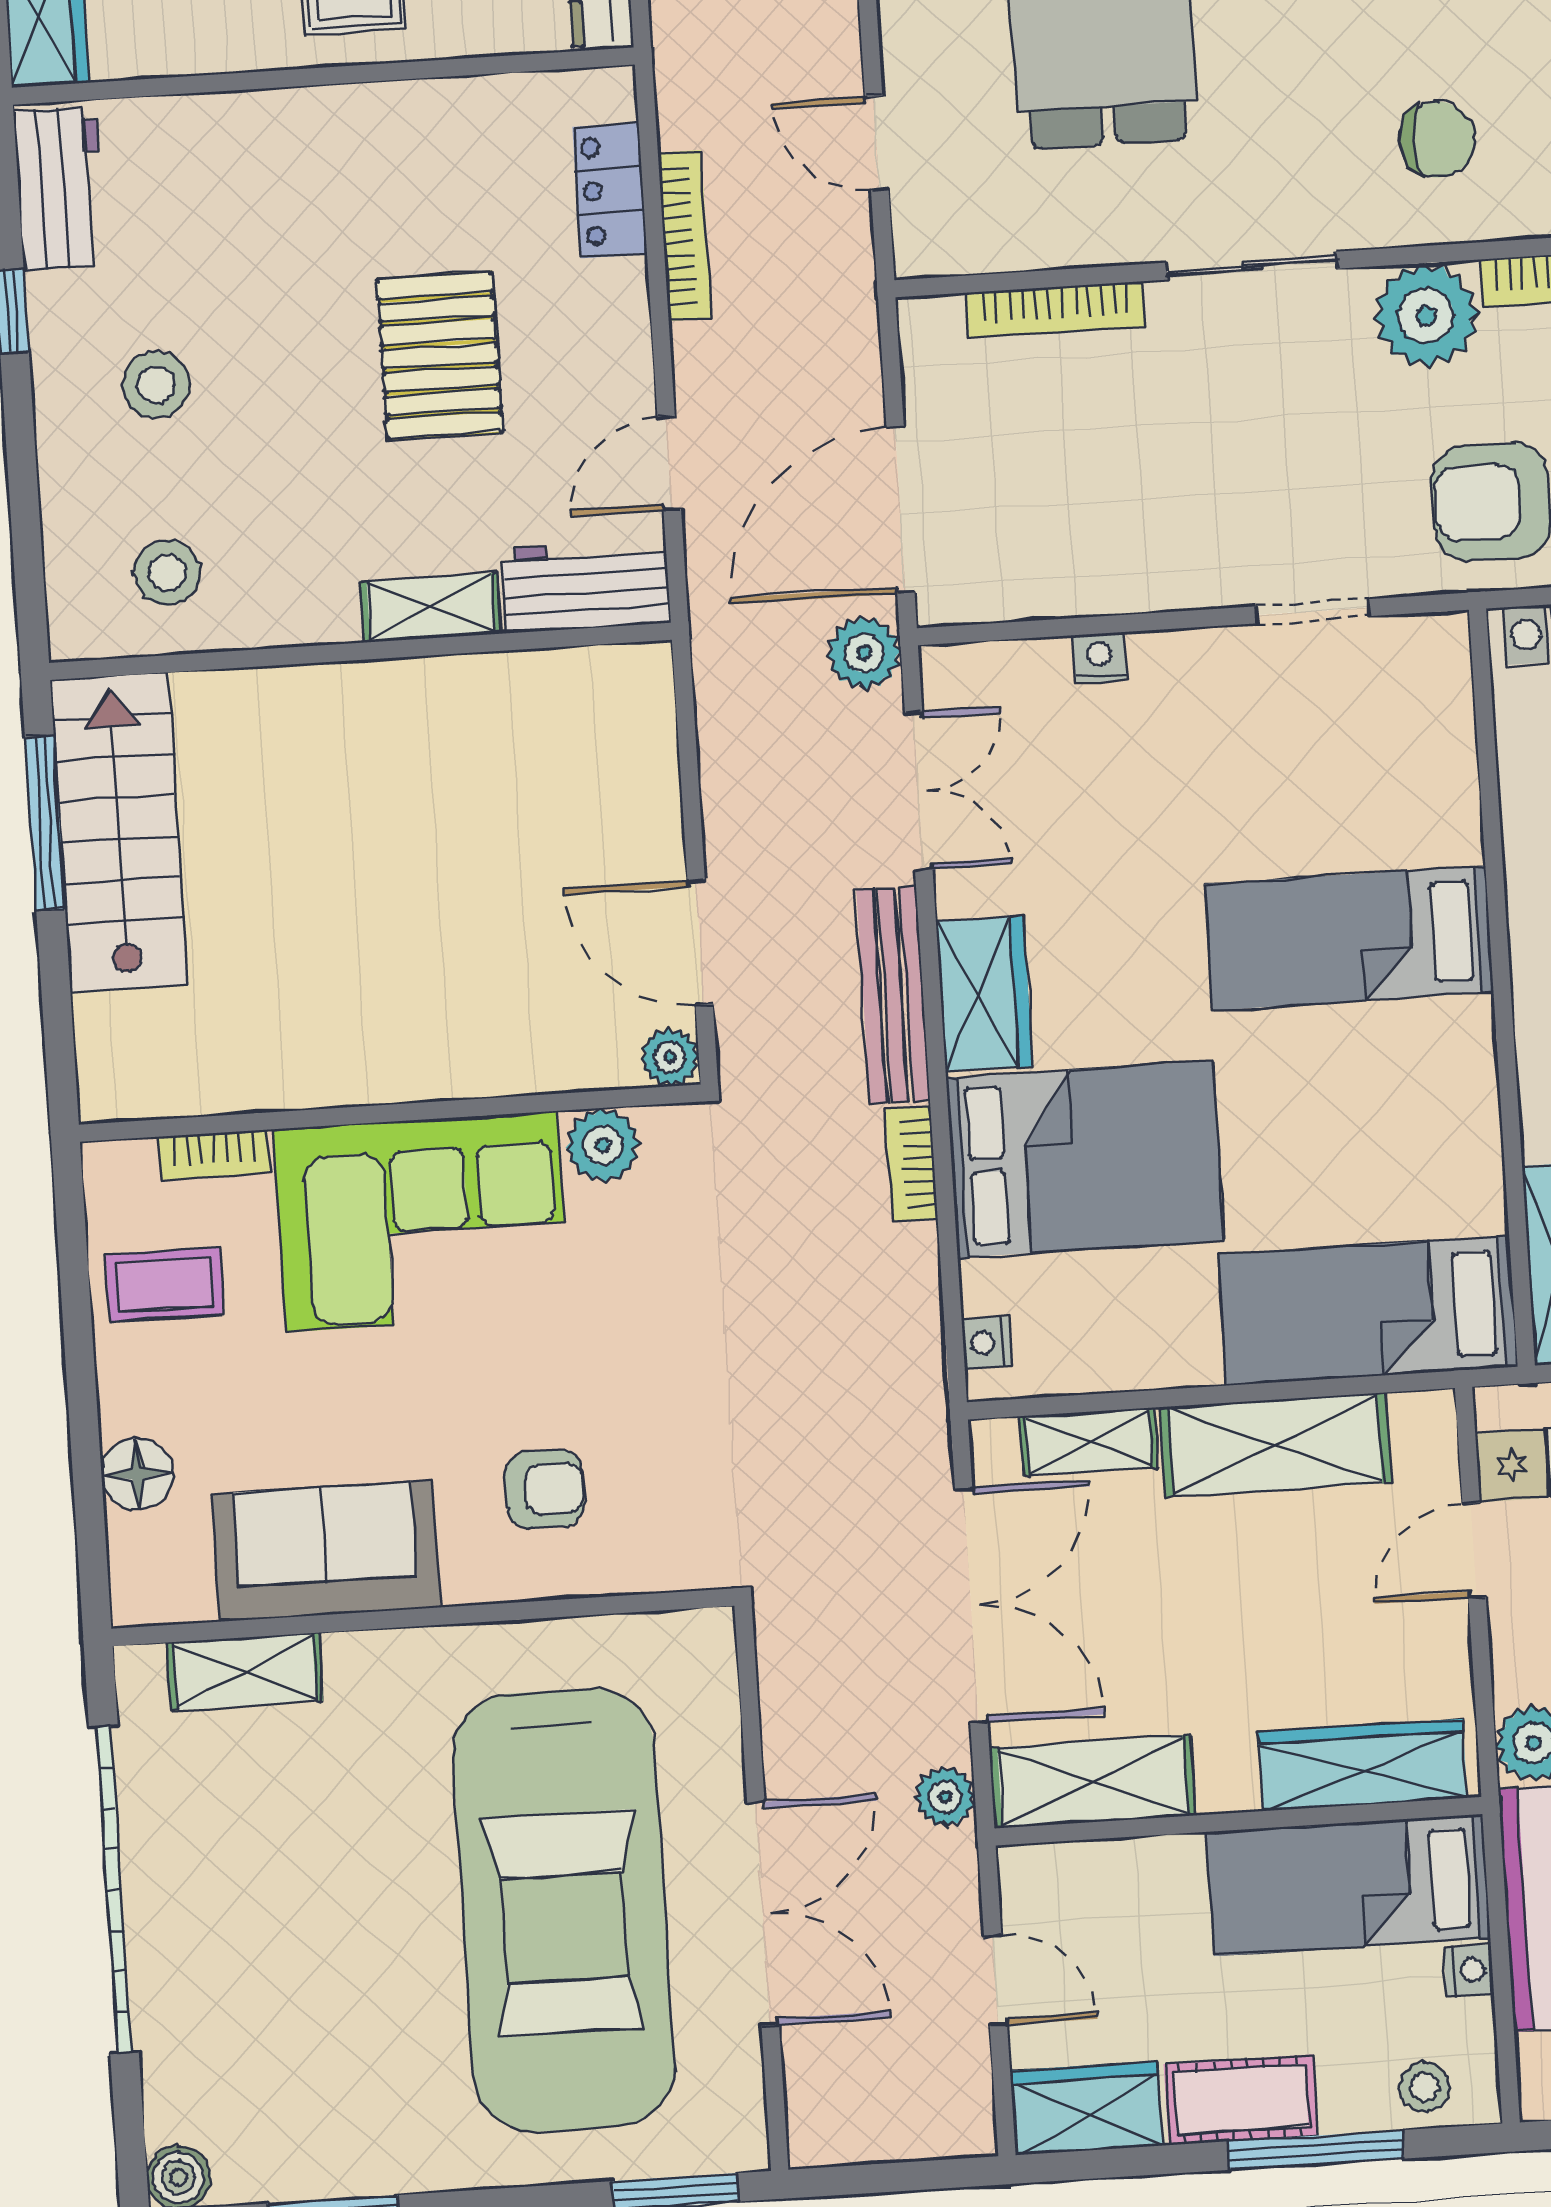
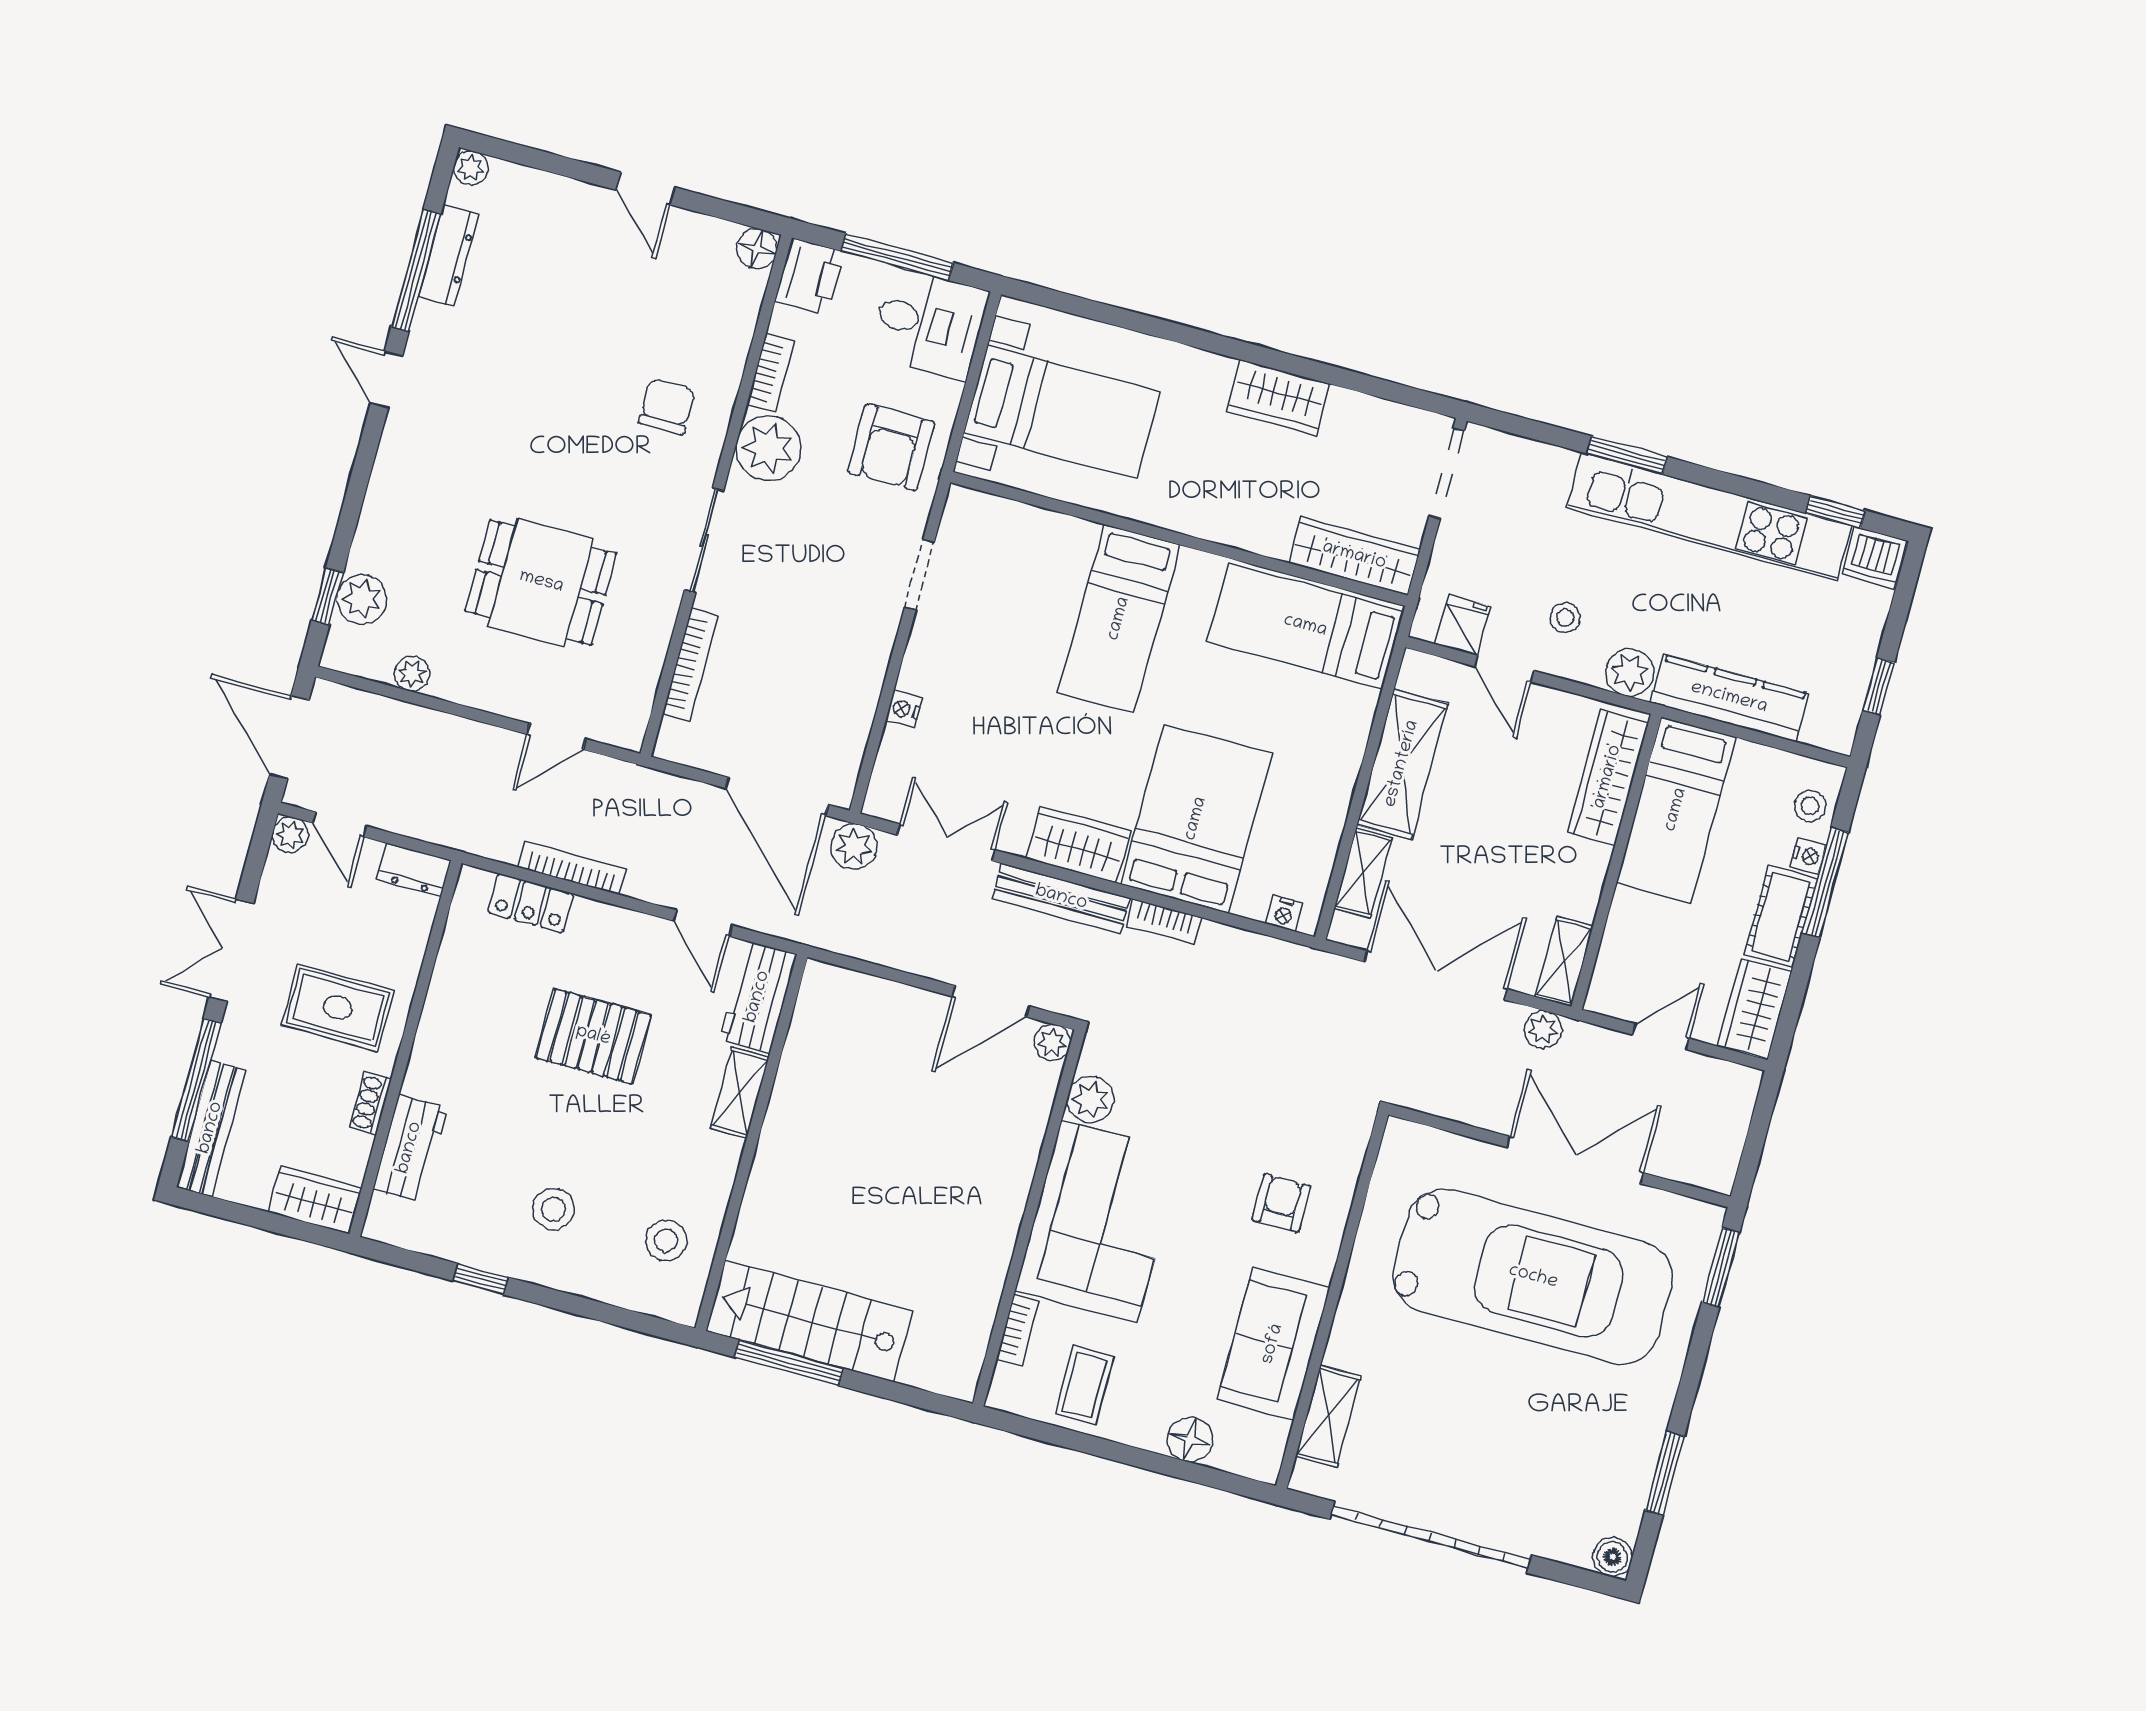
shoe rack: (222, 51) -> (370, 1103), added
workbench: (60, 188) -> (410, 1148), moved, turned 90
bed: (1368, 1311) -> (1305, 626), moved, turned 90
shelving: (1093, 1782) -> (1564, 961), width x0.67, depth x0.75
nightstand: (1469, 1971) -> (1808, 856), moved, turned 90

